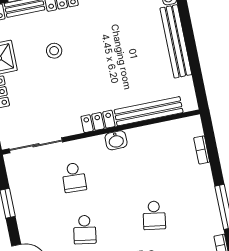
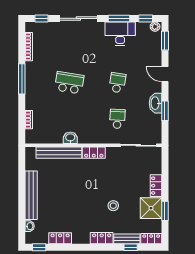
washbasin: (116, 140) -> (70, 138), moved
washbasin: (24, 211) -> (155, 103), added
school desk: (154, 215) -> (69, 83), width x1.85

